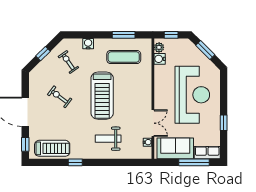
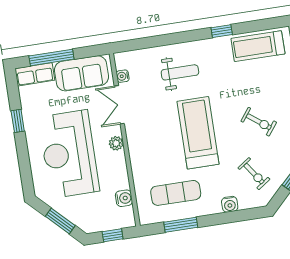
plant: (159, 47) -> (116, 143), moved

